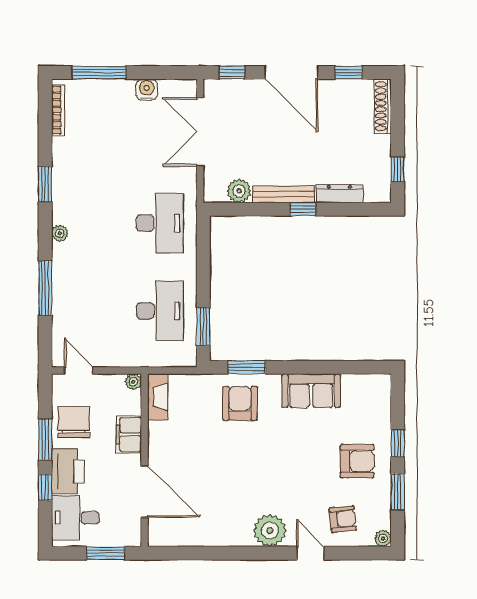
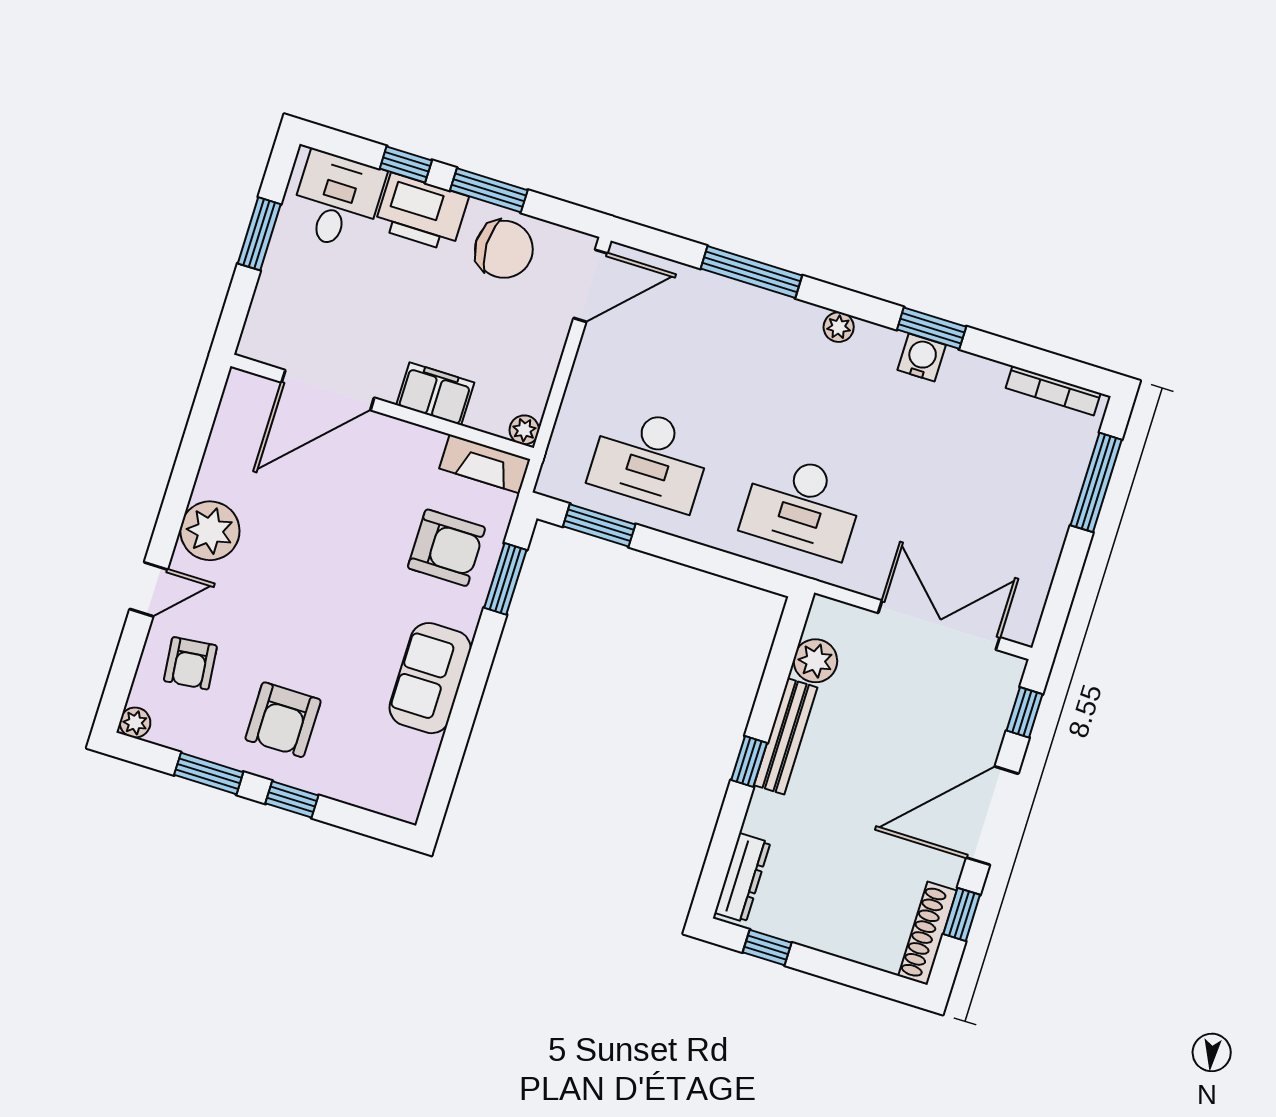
water cooler: (147, 90) -> (922, 358), moved, turned -90
shoe rack: (383, 106) -> (928, 933), moved, turned -90
dresser: (339, 194) -> (742, 878), moved
door: (79, 371) -> (591, 286), width x1.38
plant: (133, 382) -> (524, 430), moved
fireplace: (158, 397) -> (485, 464), moved
filing cabinet: (129, 434) -> (435, 394), moved
wall: (144, 460) -> (382, 407), moved
door: (144, 492) -> (328, 390), moved

